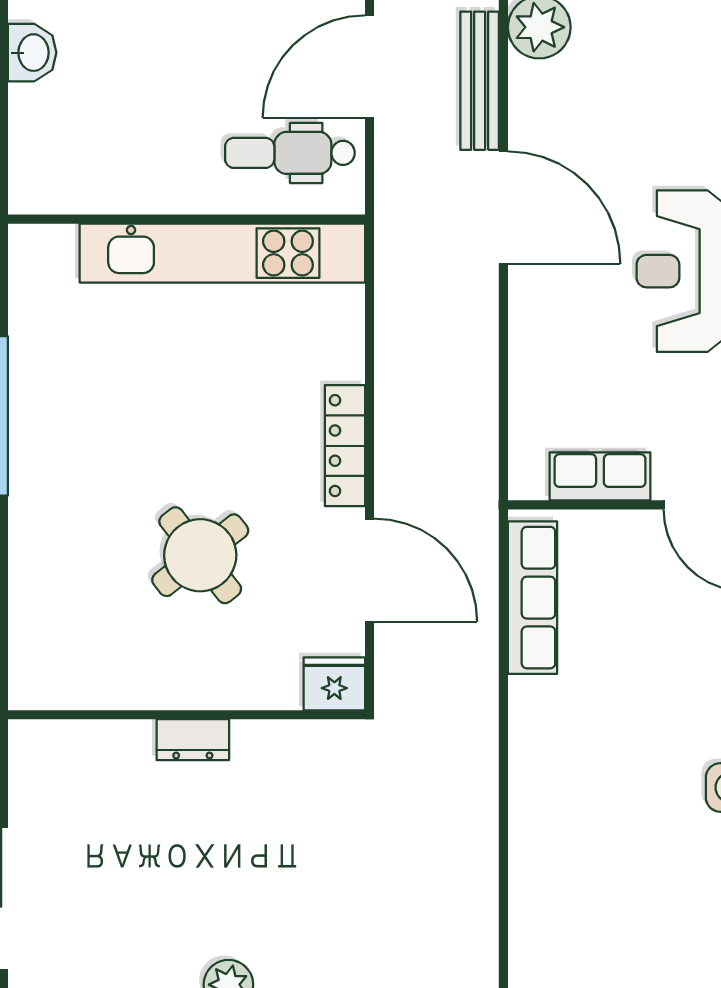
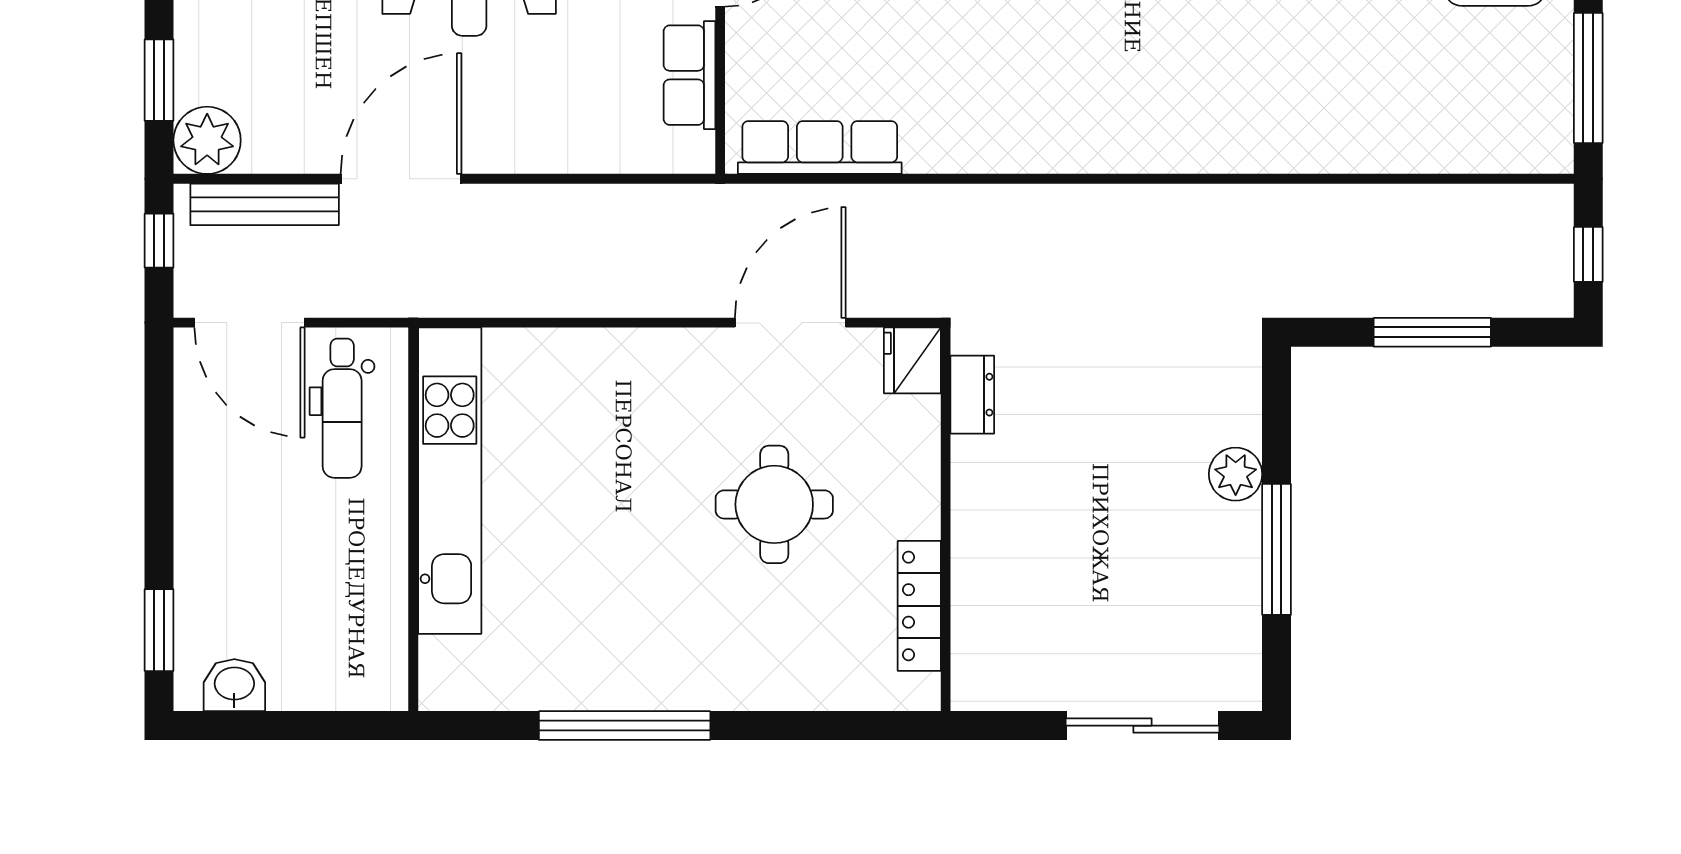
locker: (345, 446) -> (919, 606), moved, turned 90
round table: (200, 555) -> (774, 504), turned 38
dresser: (193, 740) -> (972, 395), moved

